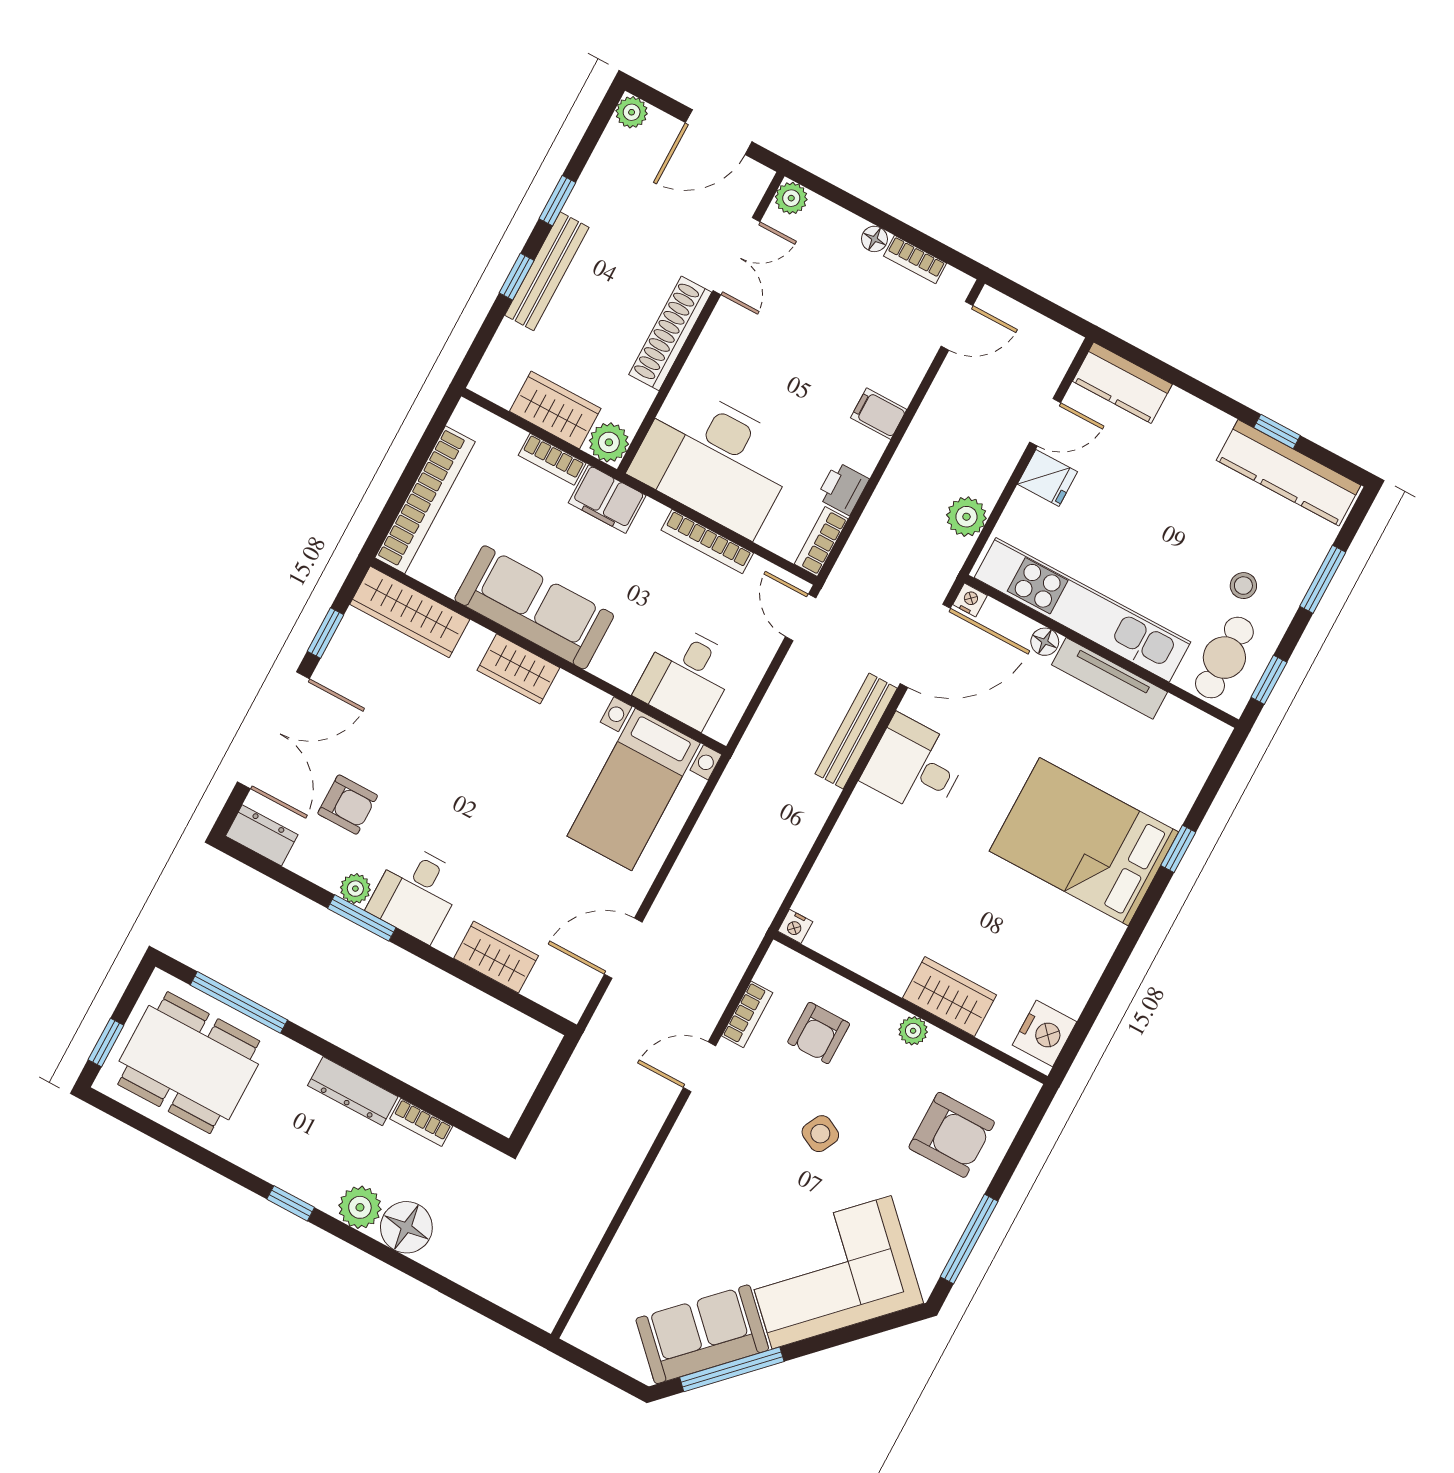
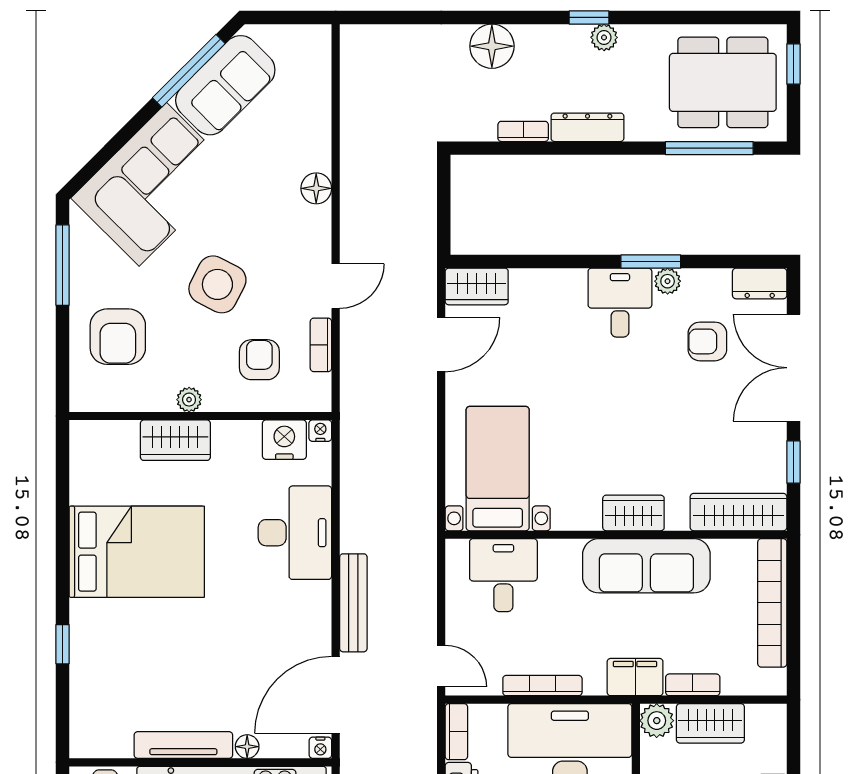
desk: (915, 766) -> (295, 533), moved, width x1.37
bed: (1084, 842) -> (137, 552), moved
wardrobe: (496, 957) -> (477, 286), moved
nightstand: (1045, 1033) -> (284, 440), moved, turned 90
side table: (820, 1134) -> (217, 284), width x1.87, depth x1.87
armchair: (952, 1135) -> (118, 337), turned -90
floor lamp: (666, 1178) -> (316, 188), added
plant: (360, 1207) -> (604, 37), moved, width x0.73, depth x0.73

